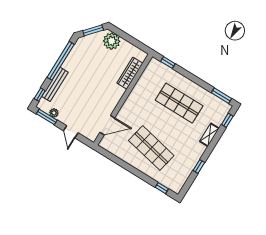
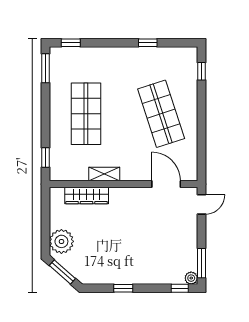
window: (61, 61) -> (123, 288), width x0.32
bench: (55, 84) -> (156, 278), removed
plant: (54, 113) -> (191, 278), moved
door: (71, 132) -> (202, 204), moved
shelving: (209, 135) -> (104, 174), moved
shop shelf: (151, 148) -> (161, 114), turned -30

